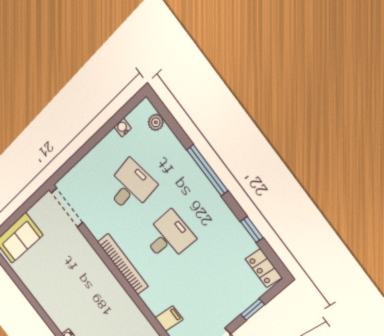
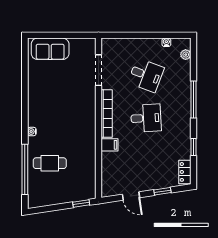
desk: (130, 187) -> (146, 75), turned 30
doorway: (67, 208) -> (98, 70), moved
filing cabinet: (169, 319) -> (110, 145), moved

